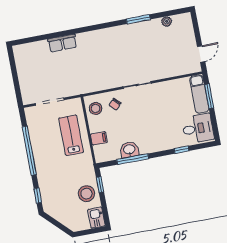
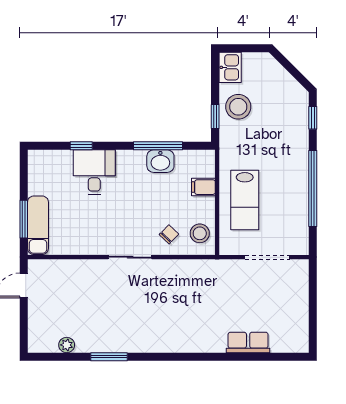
row of seats: (62, 43) -> (248, 342), moved
desk: (198, 128) -> (94, 172), moved, turned 90

